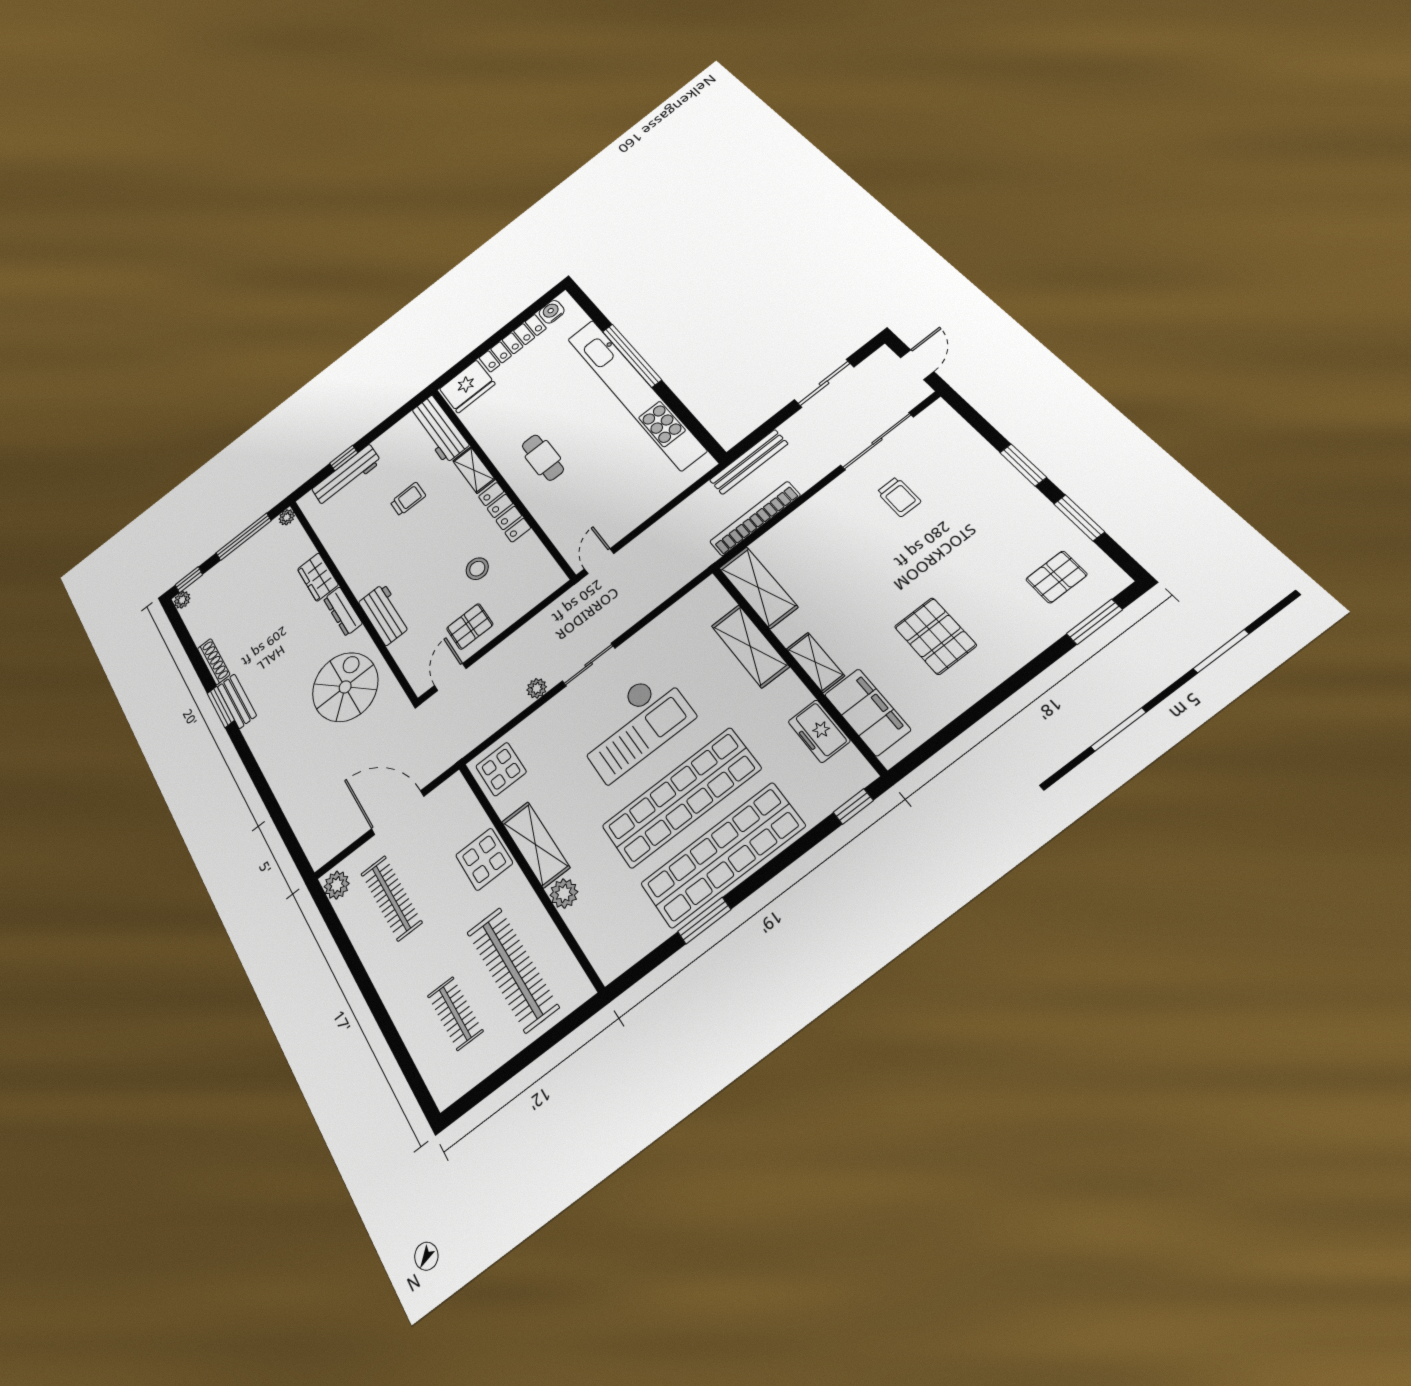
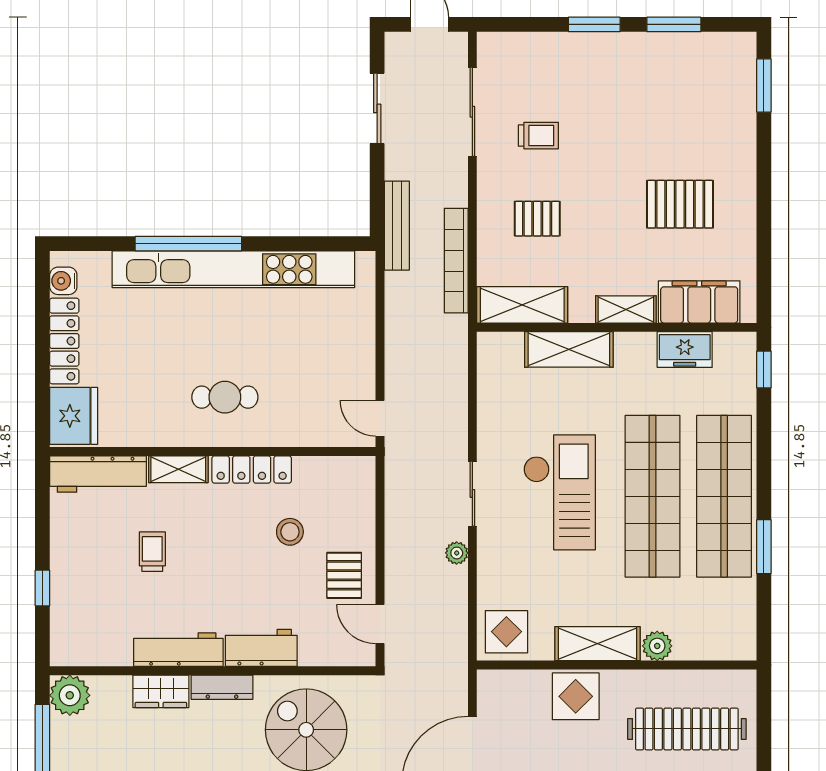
workbench: (346, 475) -> (178, 650), moved, turned -90
plant: (287, 517) -> (70, 695), width x1.87, depth x1.87
pallet: (1056, 577) -> (537, 219), moved, turned 90

